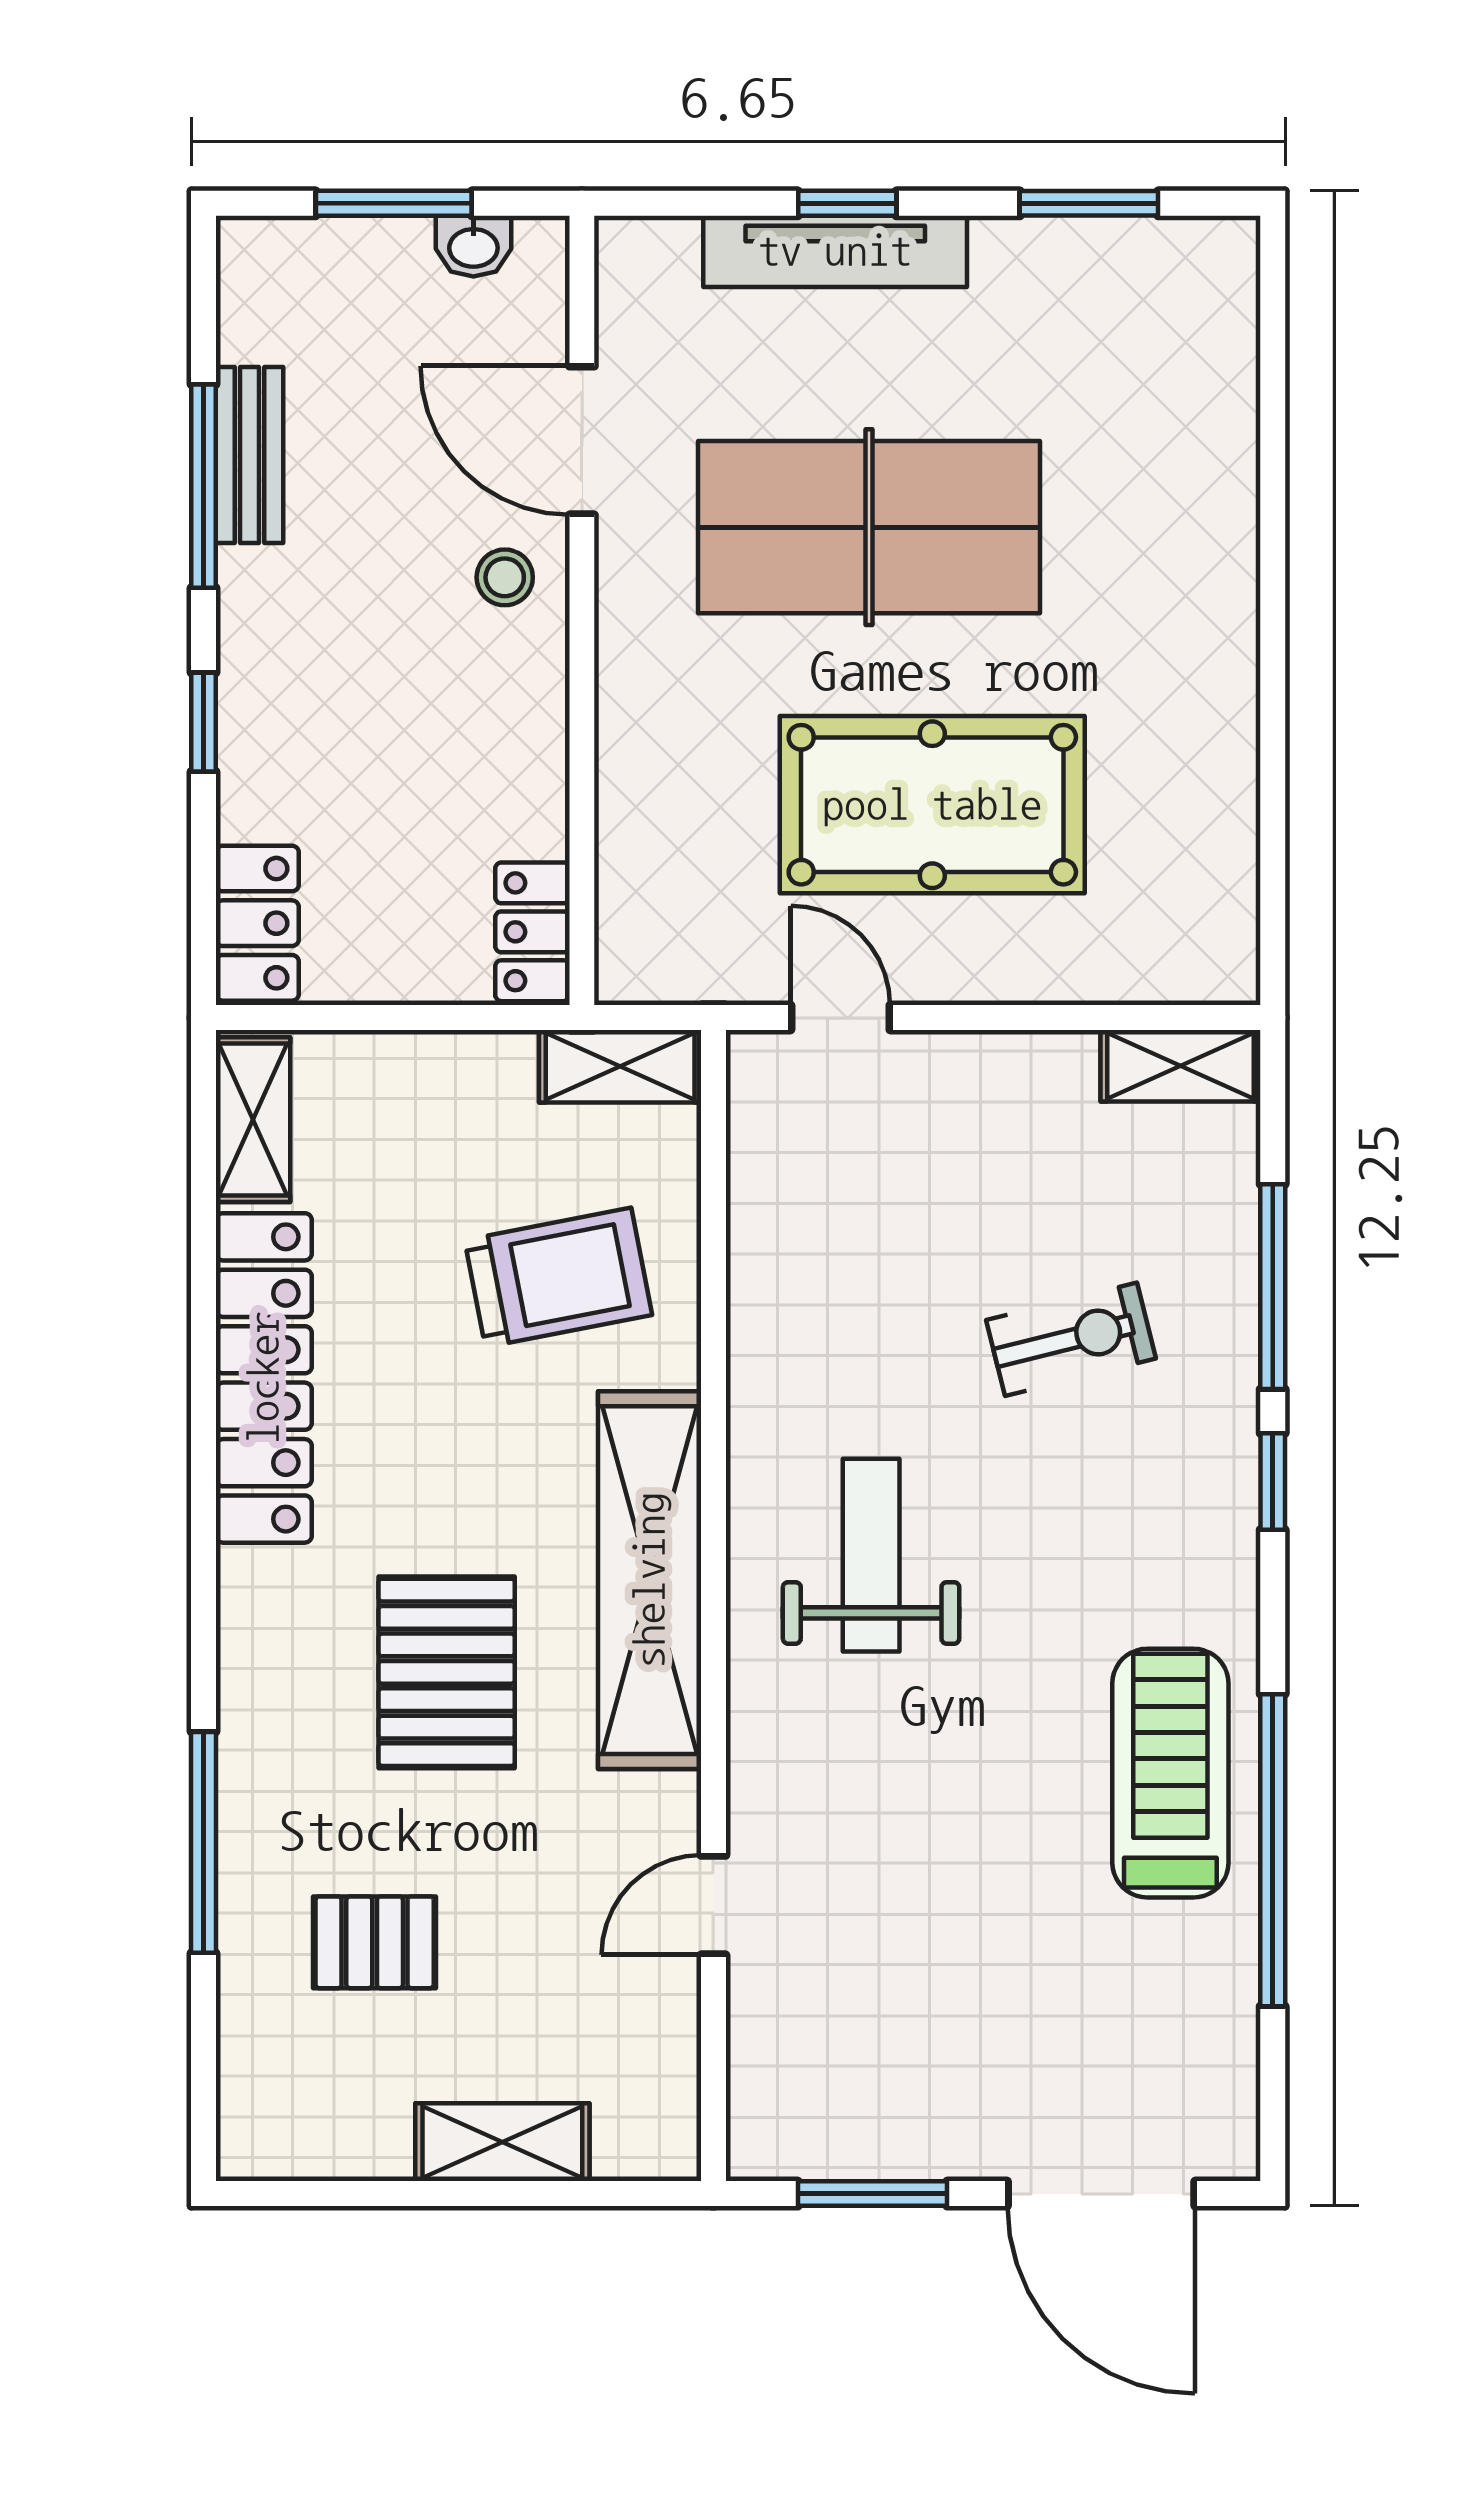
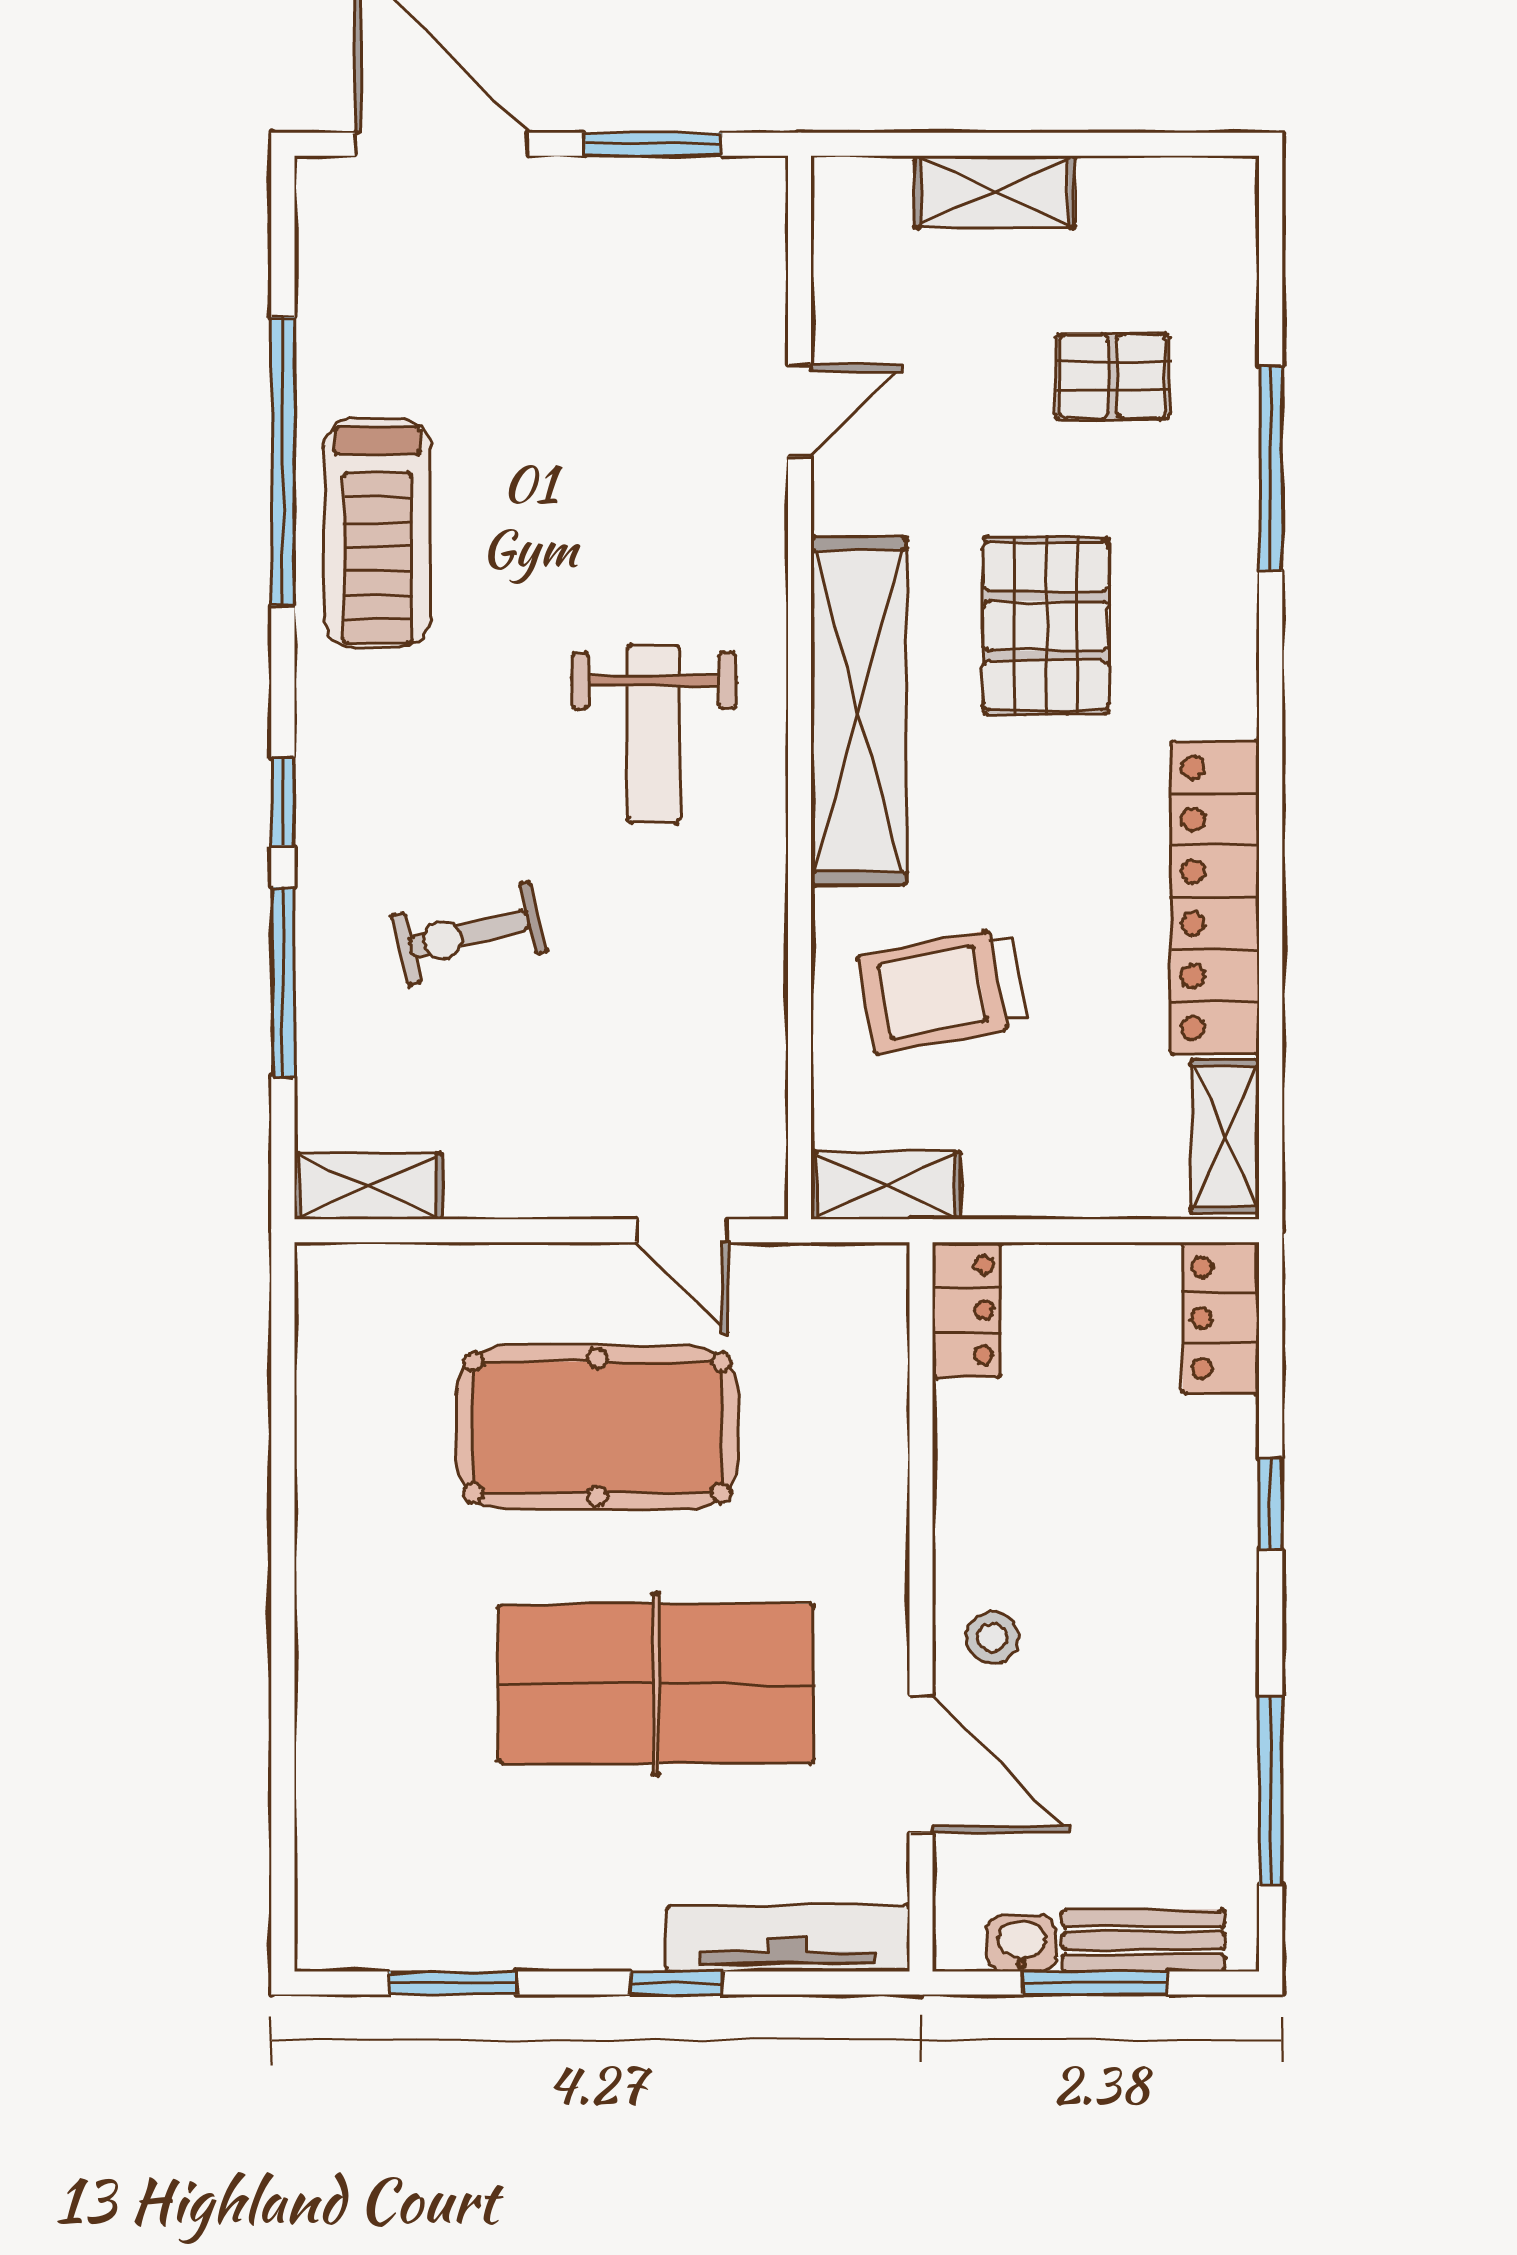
tv unit: (835, 251) -> (788, 1939), moved
bench: (250, 455) -> (1144, 1940), moved, turned 90
window: (204, 486) -> (1271, 1791), moved

